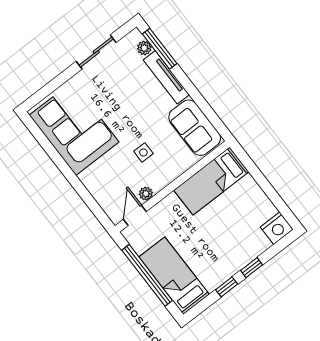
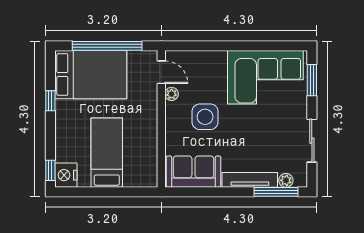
window: (48, 89) -> (312, 80), added
side table: (143, 152) -> (205, 117), width x1.87, depth x1.87
bed: (211, 181) -> (107, 153), moved
window: (252, 268) -> (50, 170), moved
bed: (174, 276) -> (91, 75), width x1.50

